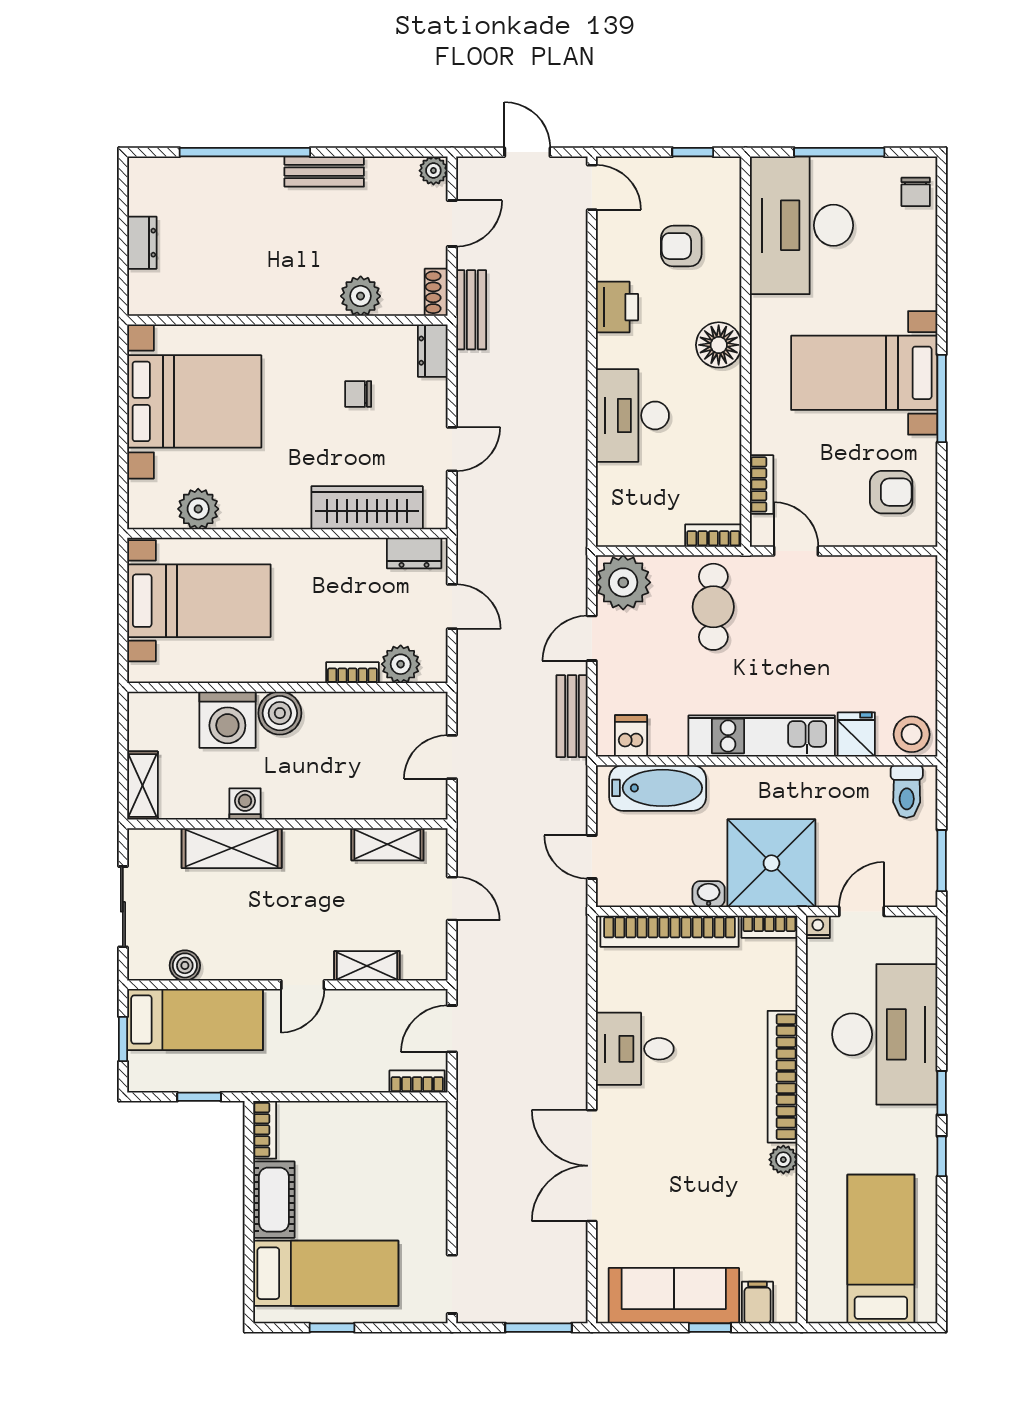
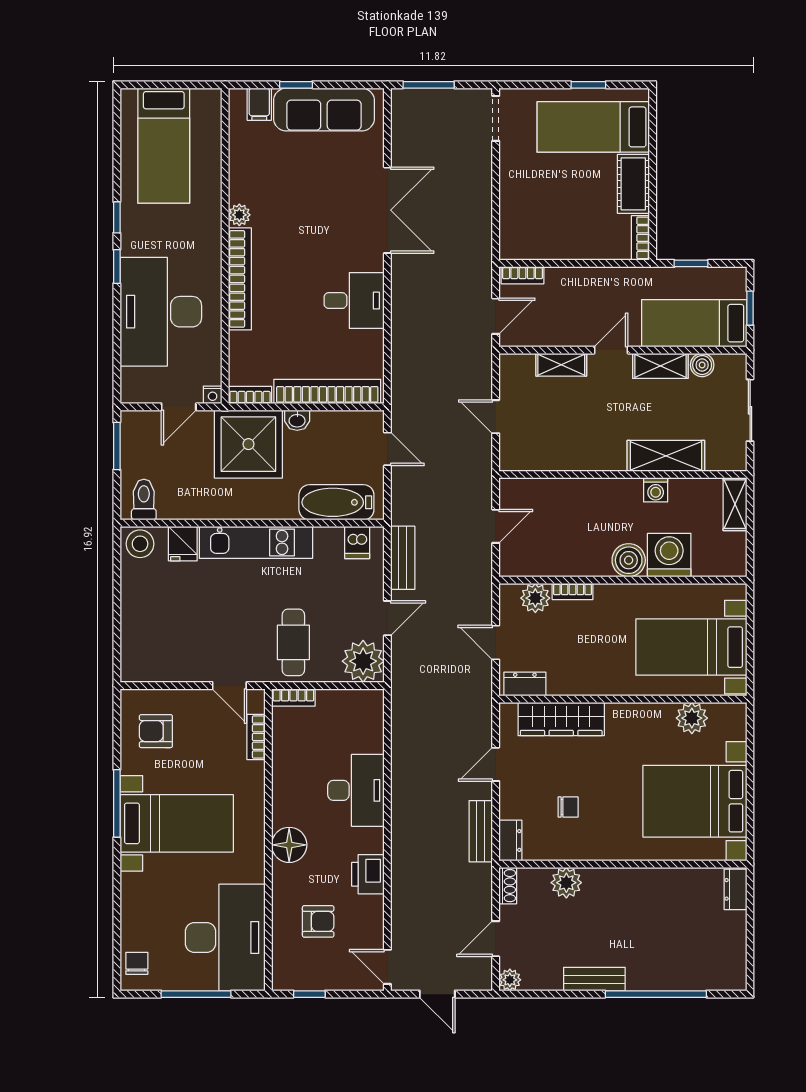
dresser: (142, 243) -> (735, 889), moved
bench: (471, 310) -> (481, 831), moved
shelving: (387, 844) -> (660, 366), moved

